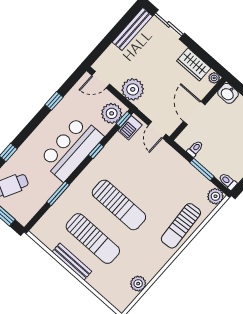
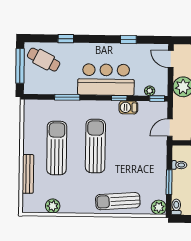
plant: (112, 113) -> (150, 91), width x0.53, depth x0.53
barbecue: (130, 128) -> (128, 107), moved
sun lounger: (119, 205) -> (95, 146), turned 180
sun lounger: (93, 239) -> (57, 148), turned 180
bench: (72, 262) -> (28, 174), moved

